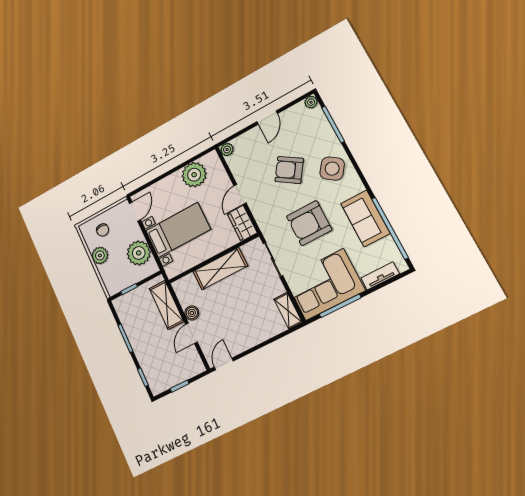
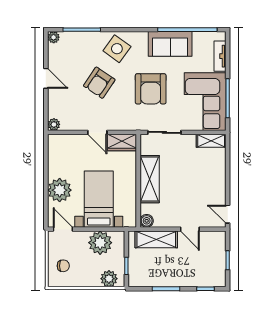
plant: (194, 175) -> (60, 190), moved
plant: (100, 255) -> (109, 279), moved
boiler: (192, 313) -> (147, 221), moved

